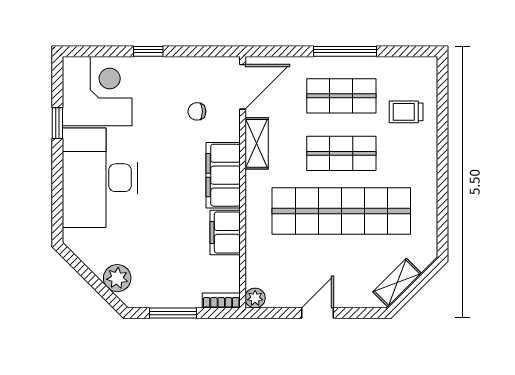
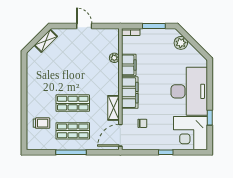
shop shelf: (341, 211) -> (73, 75), removed
plant: (255, 298) -> (114, 58), moved
door: (317, 313) -> (84, 26), swing flipped

